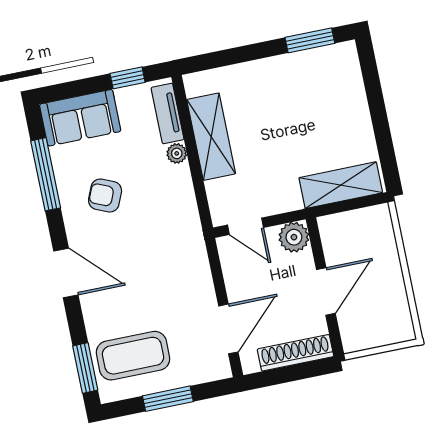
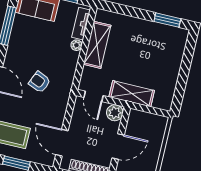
shelving: (341, 185) -> (132, 94), moved
armchair: (105, 196) -> (40, 82), moved
door: (228, 329) -> (62, 143), swing flipped

